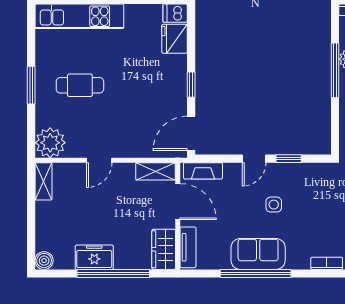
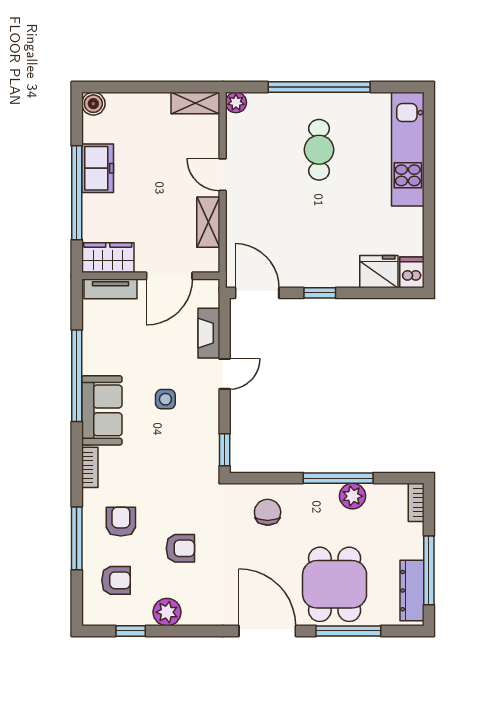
window: (31, 85) -> (319, 87), width x2.11
plant: (50, 143) -> (236, 102), width x0.53, depth x0.53
door: (254, 159) -> (225, 374), swing flipped
window: (289, 159) -> (225, 450), moved
shelving: (156, 171) -> (208, 222), moved
fireplace: (203, 171) -> (209, 333), moved
sofa: (258, 254) -> (102, 410), moved

